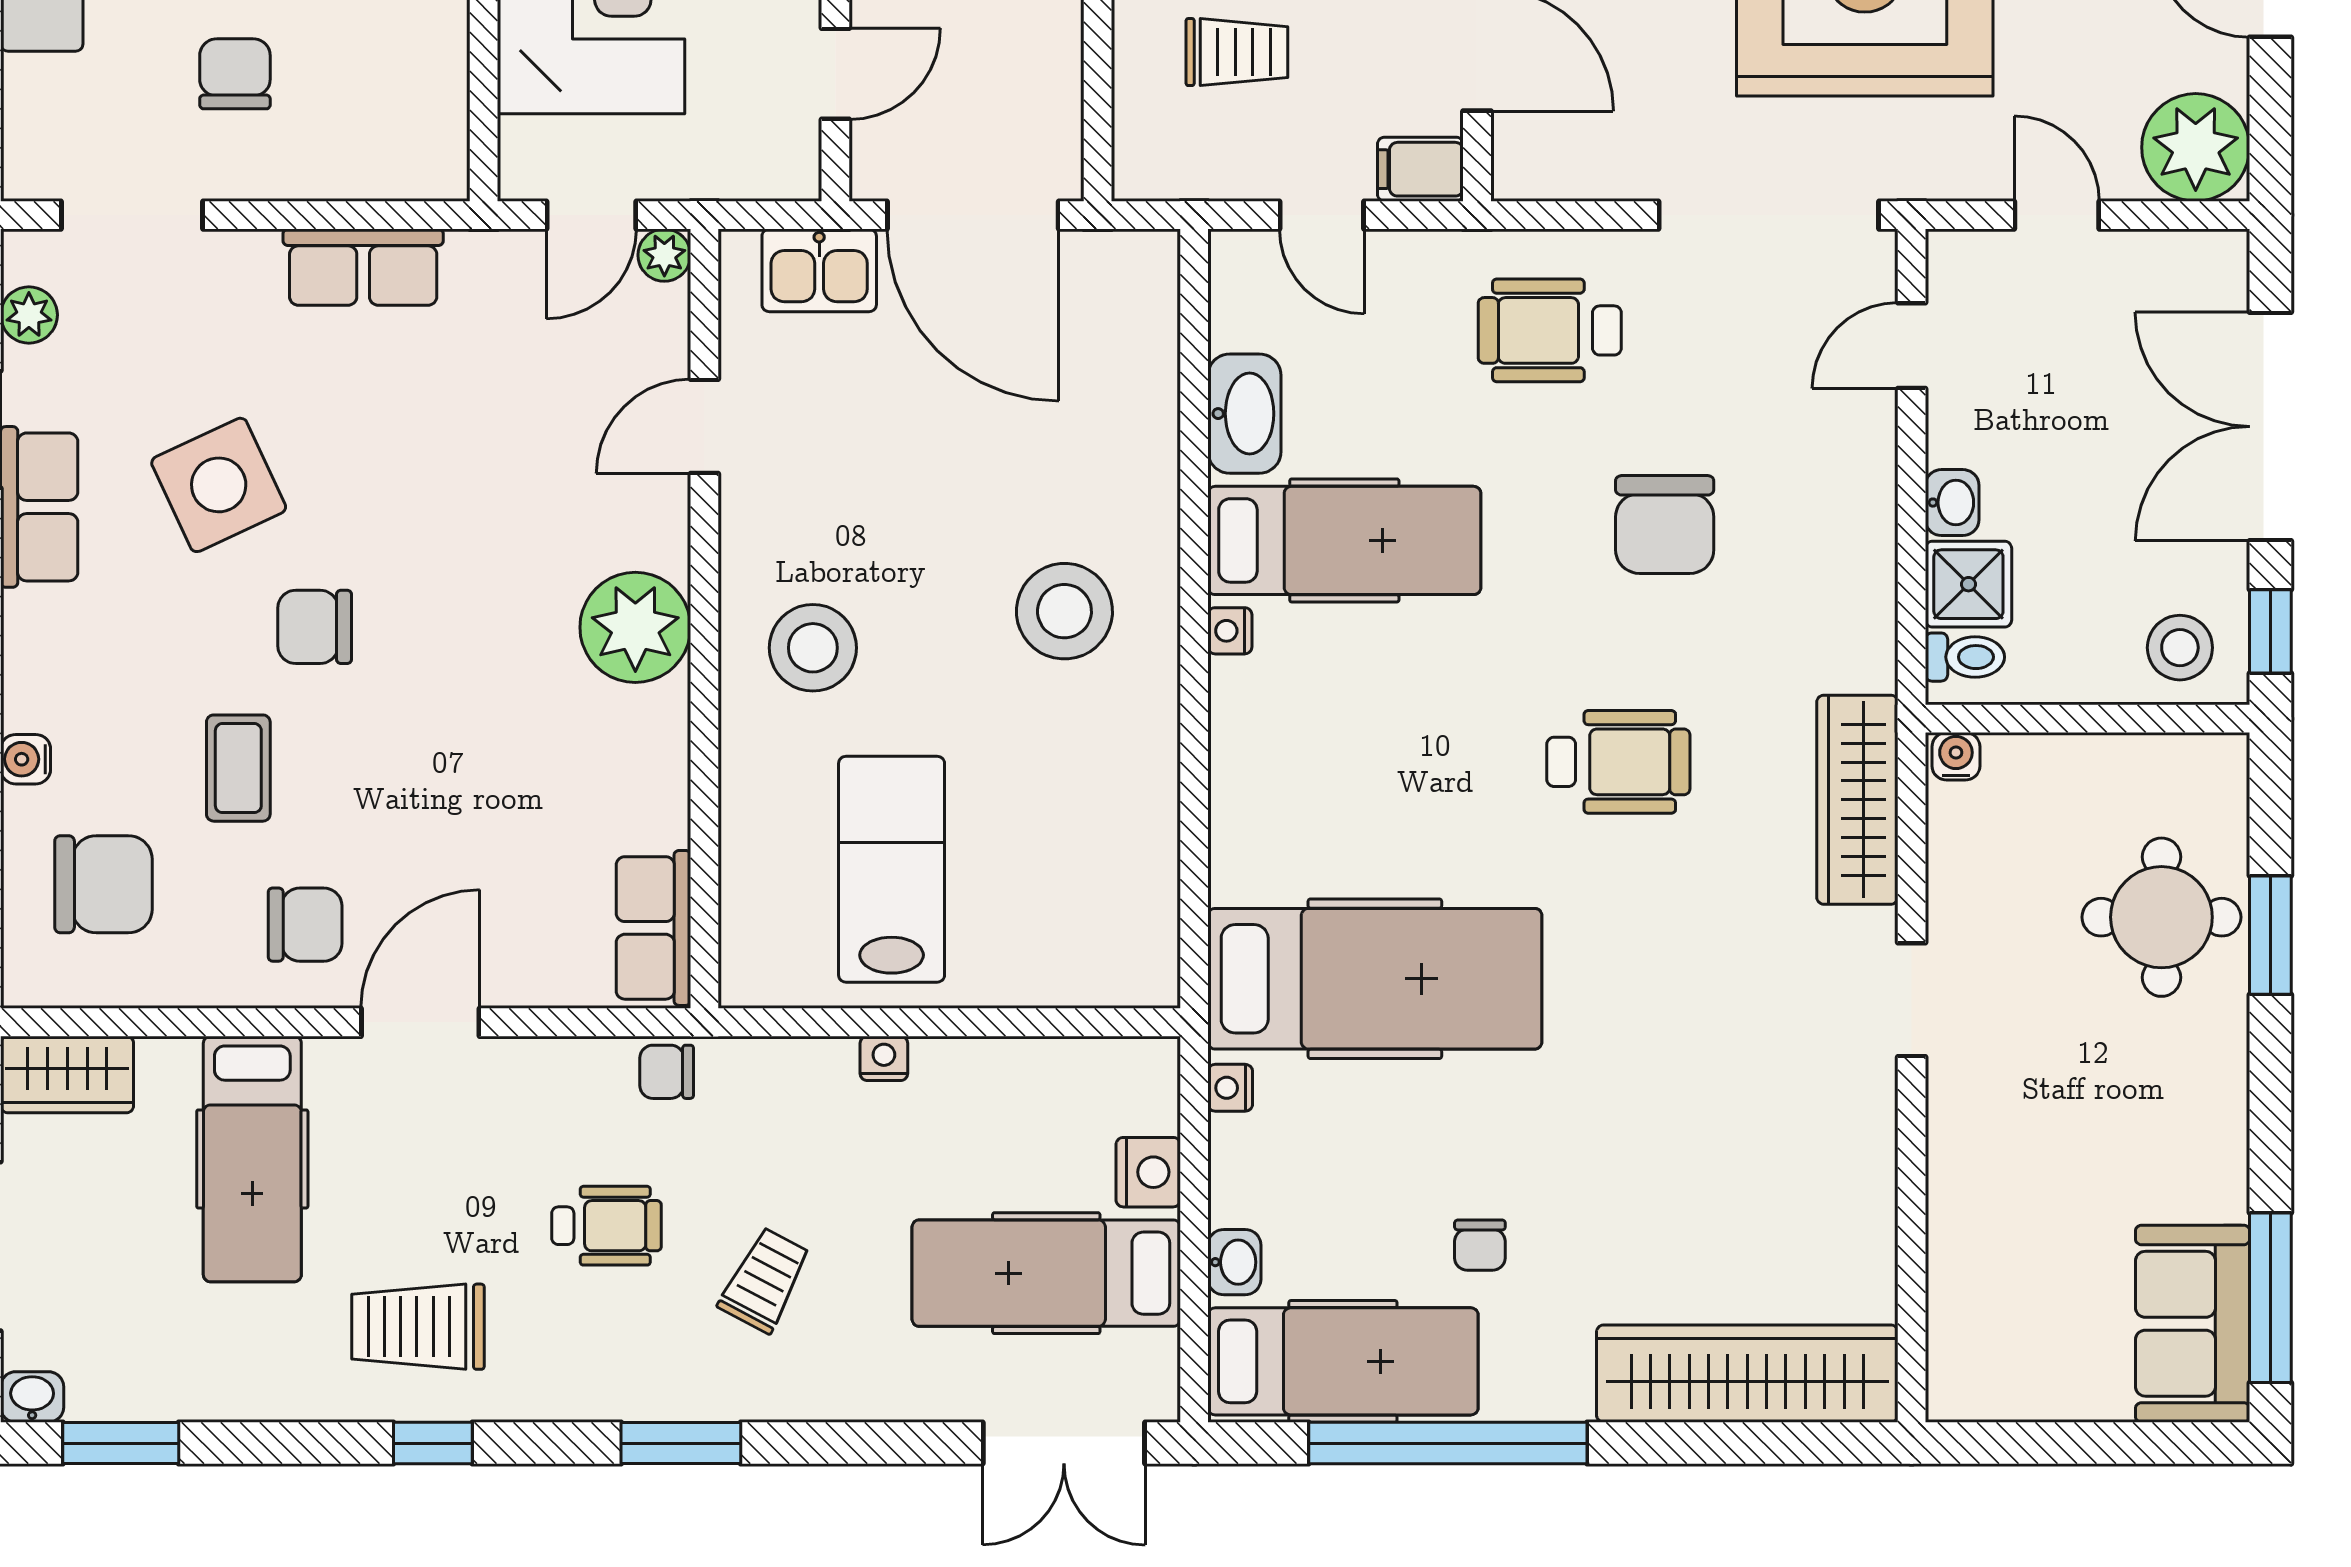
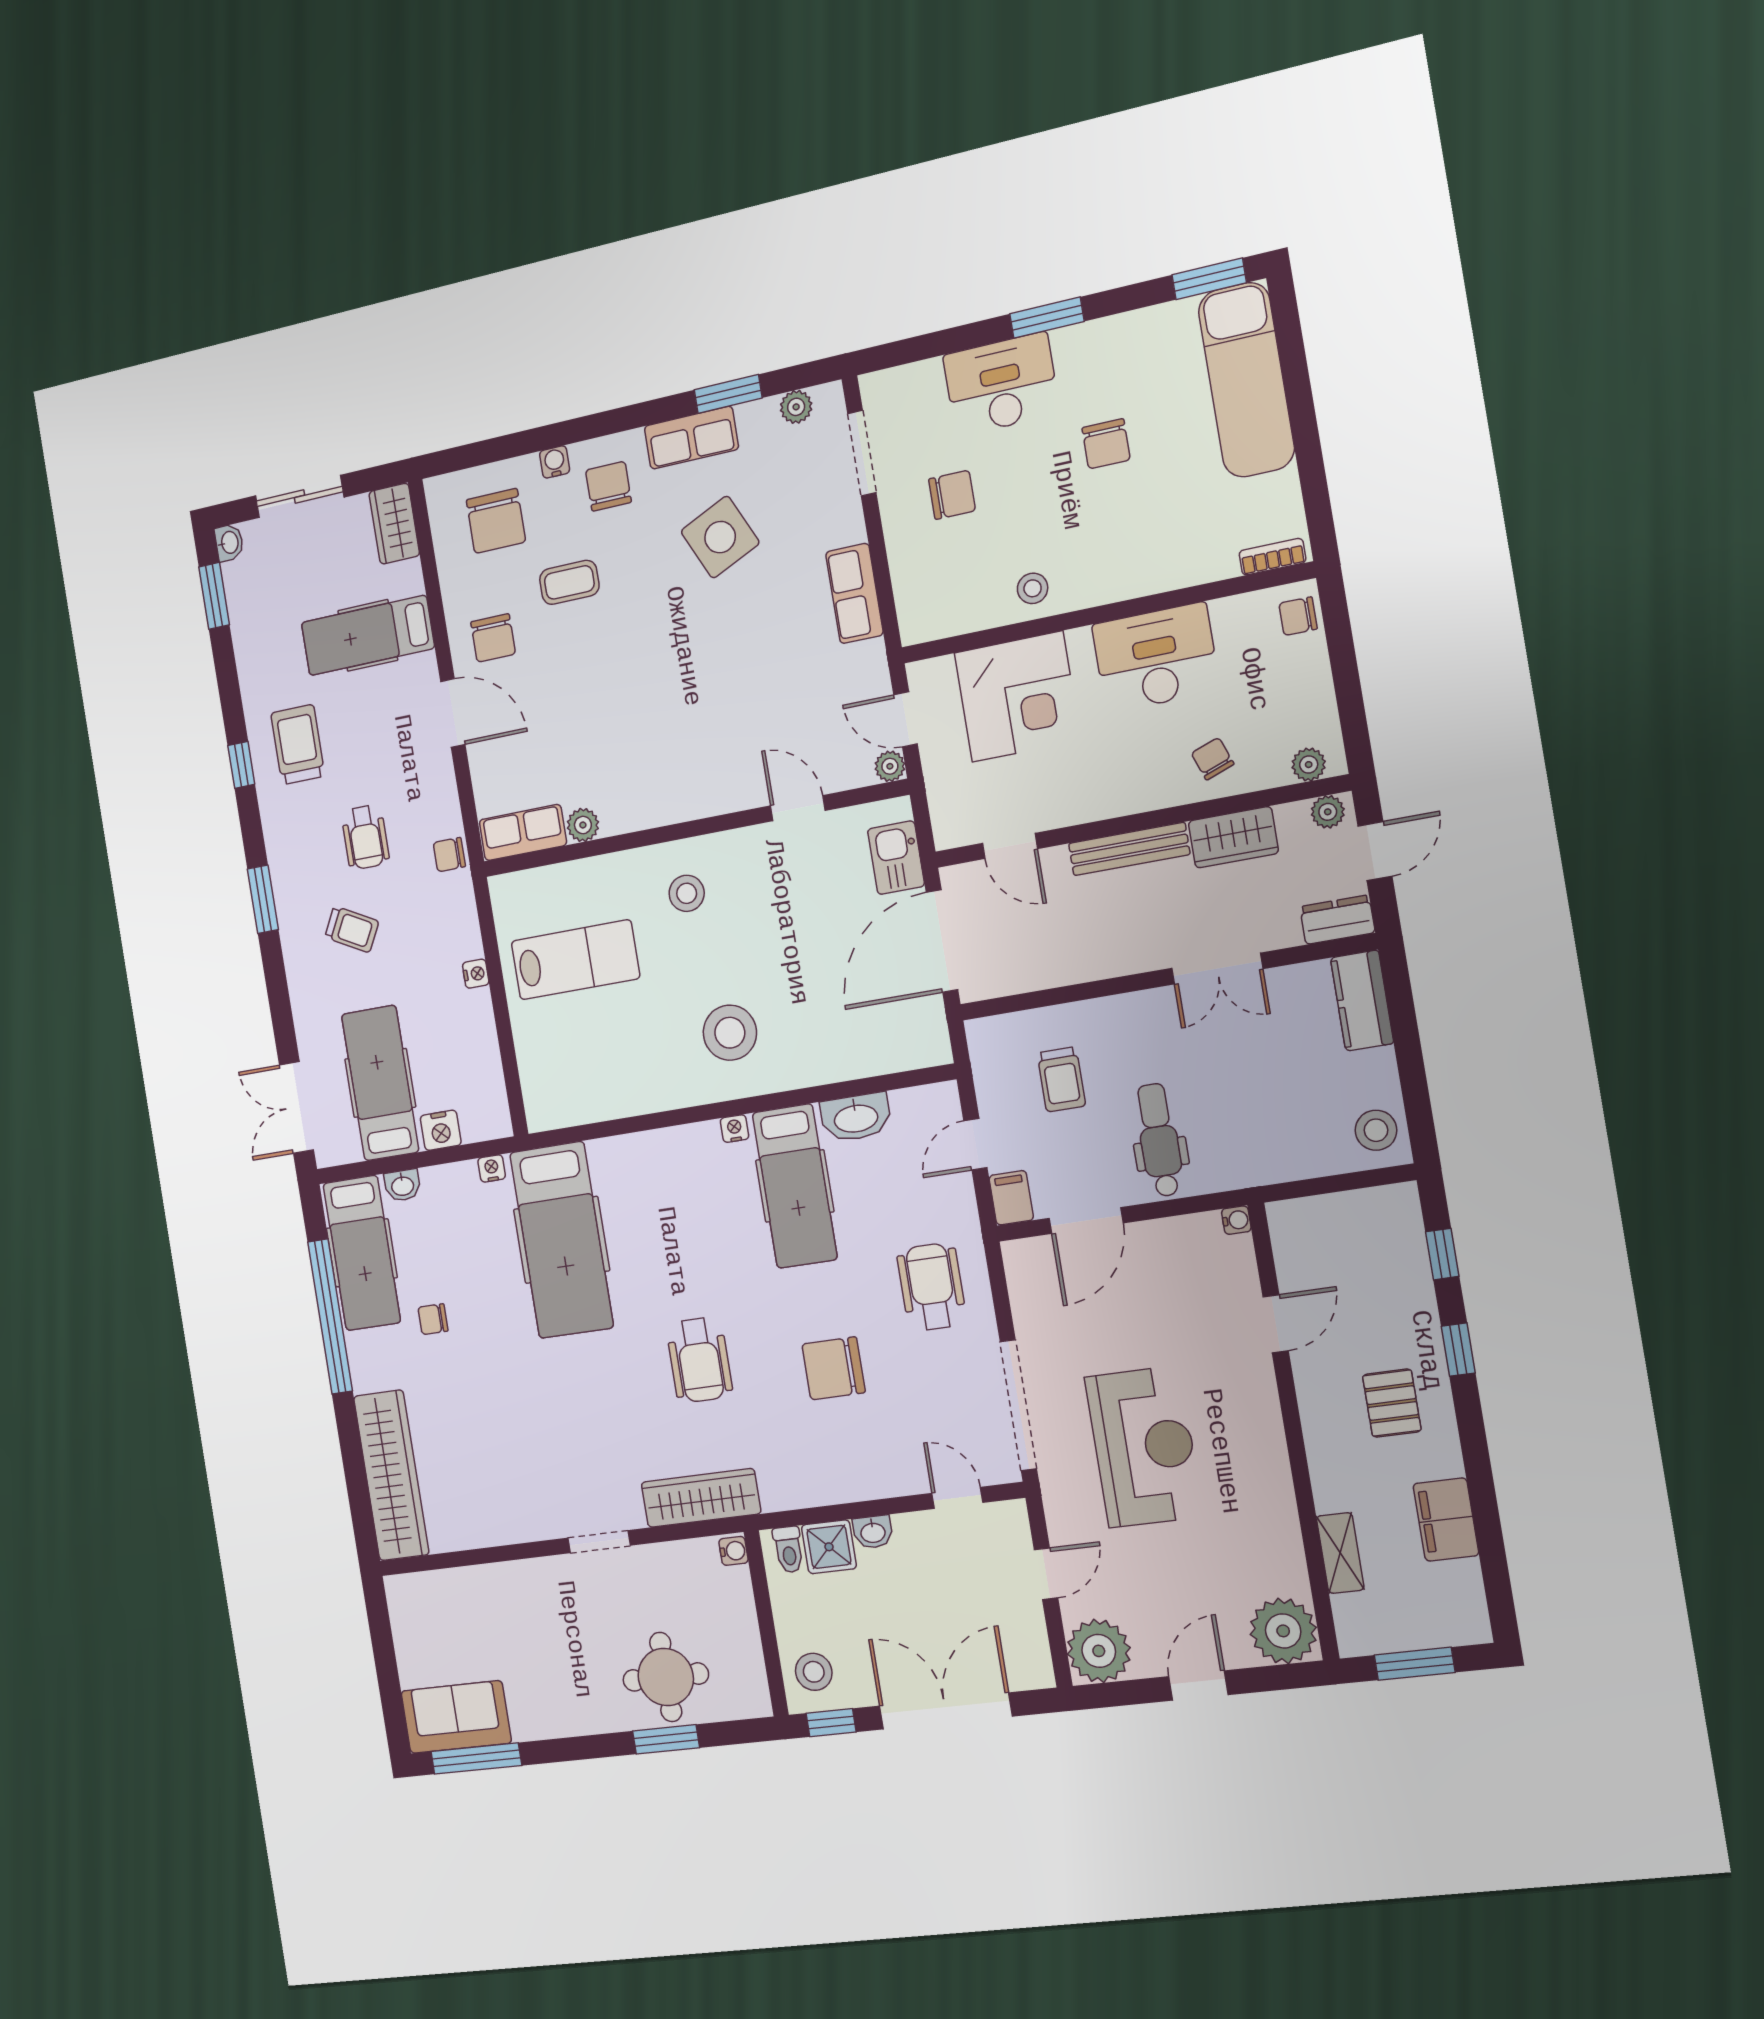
chair: (315, 627) -> (608, 486), moved
plant: (635, 627) -> (583, 825), moved, width x0.53, depth x0.53
stool: (813, 648) -> (687, 893), width x0.73, depth x0.73
chair: (667, 1072) -> (449, 855), turned -90

